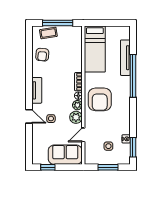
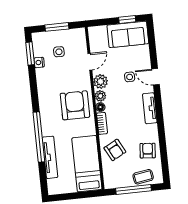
armchair: (70, 58) -> (115, 150), added
sofa: (65, 155) -> (128, 34), moved

